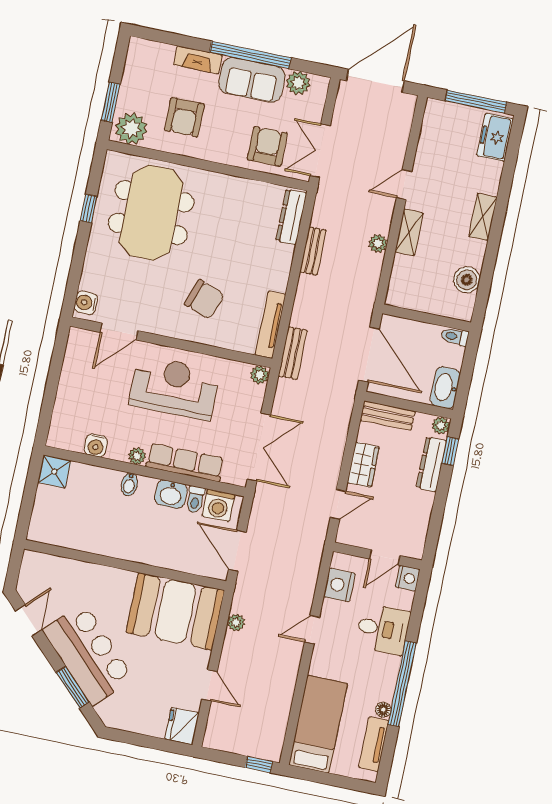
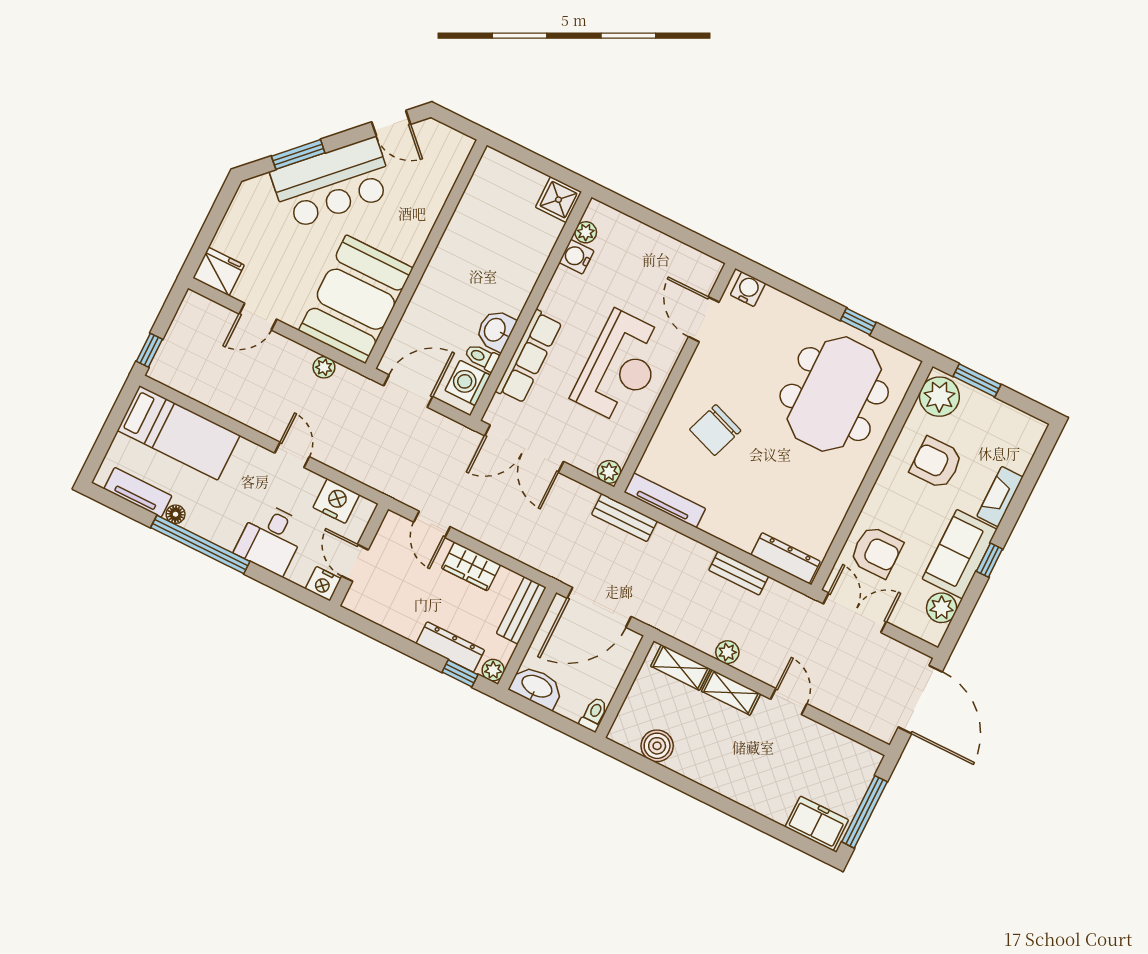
window: (250, 55) -> (989, 560), width x0.32
meeting table: (151, 213) -> (834, 394), turned 90
shelving: (483, 217) -> (681, 667), moved
plant: (137, 456) -> (586, 232), moved
bidet: (129, 484) -> (520, 284), removed

